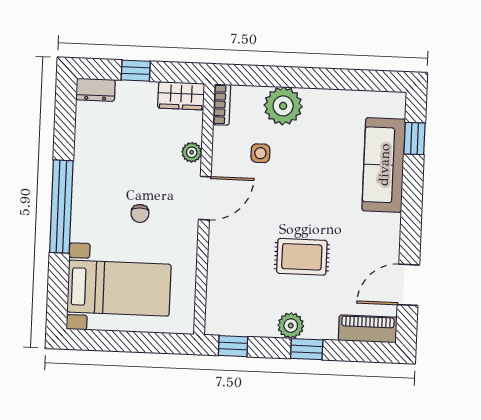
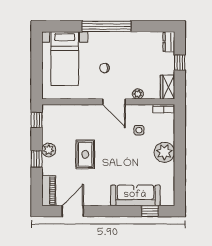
plant: (283, 106) -> (164, 152), moved
door: (408, 285) -> (73, 211), hinge flipped

